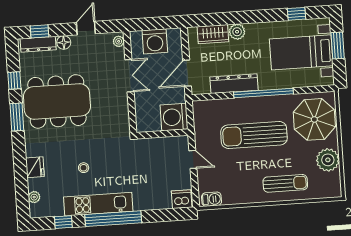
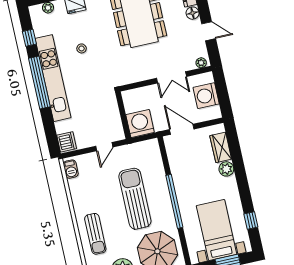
dresser: (234, 84) -> (179, 173), removed
kitchen unit: (98, 204) -> (53, 78), width x1.36

